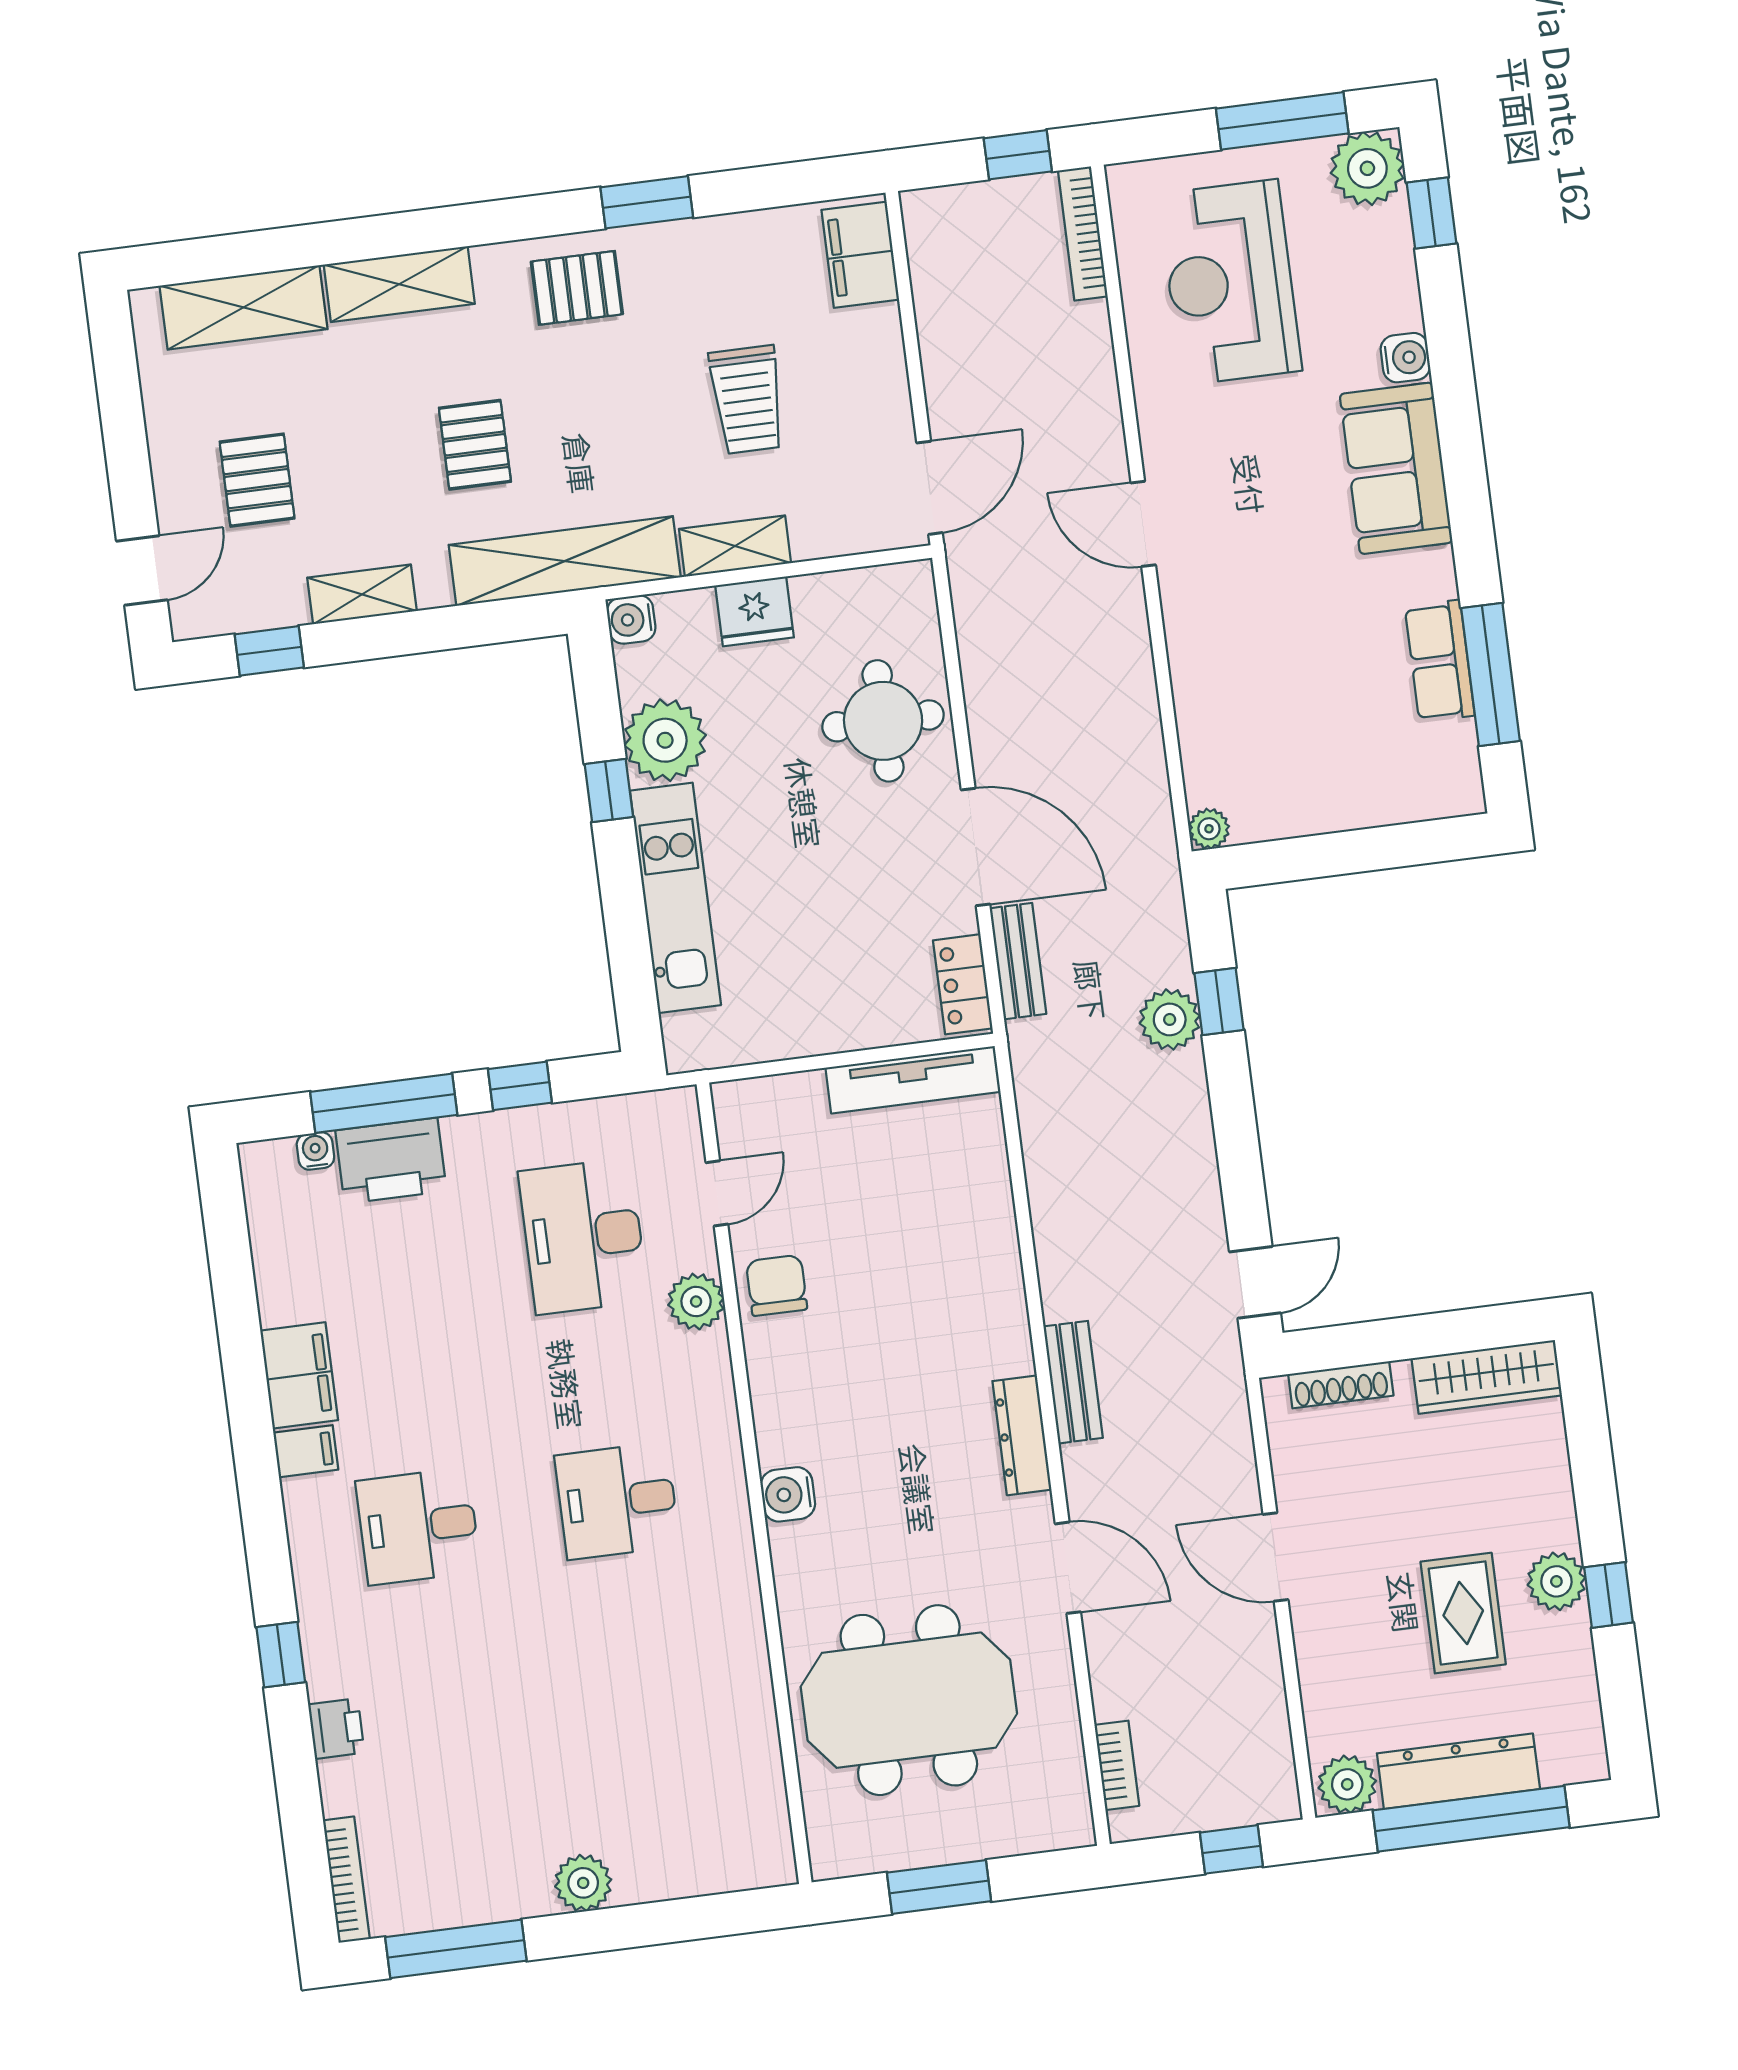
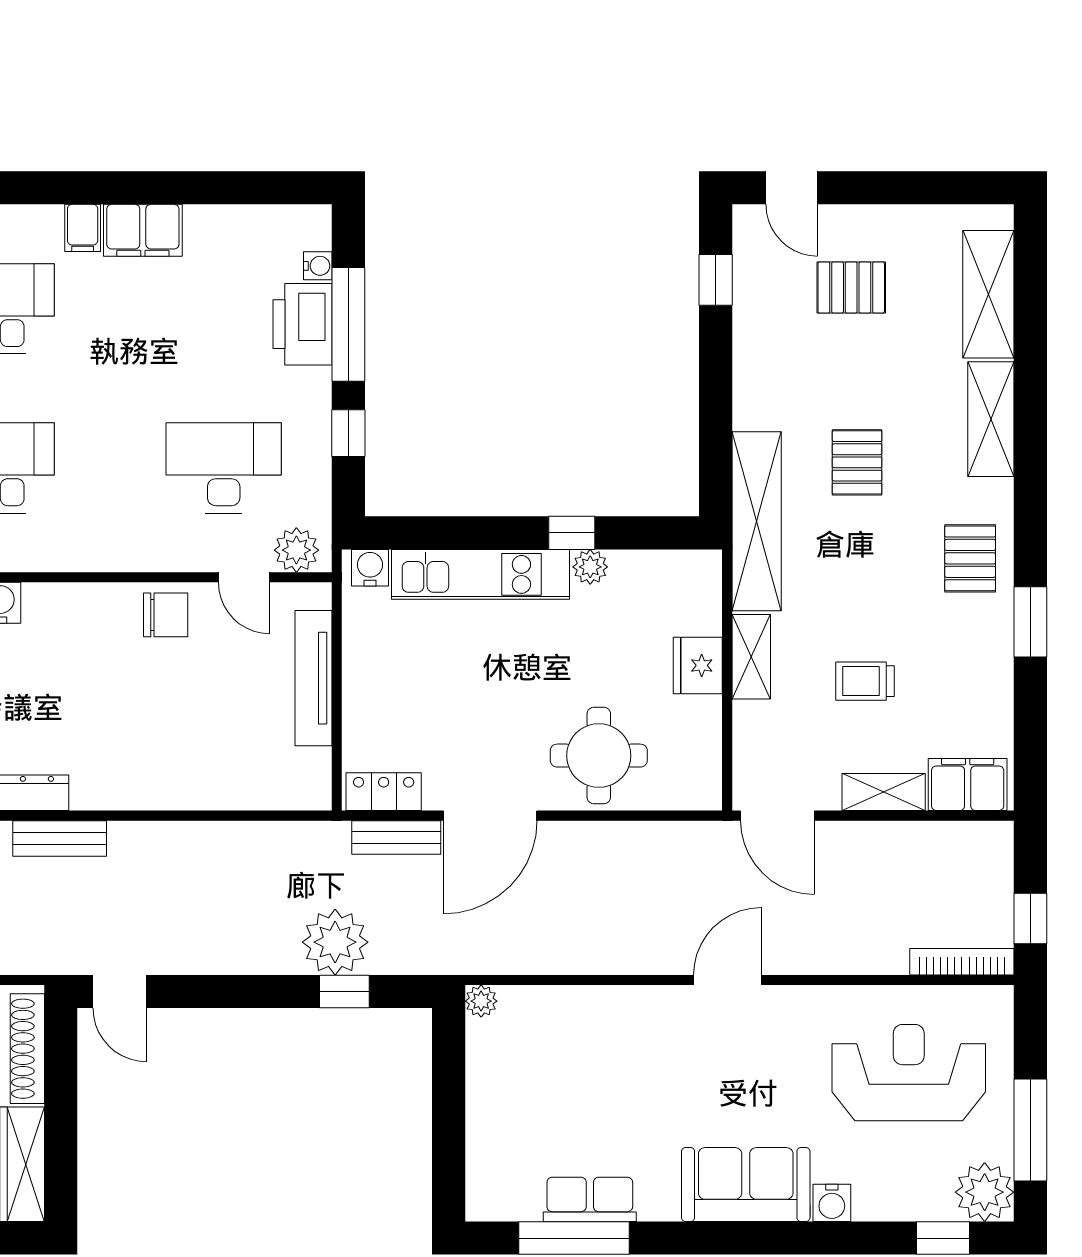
trolley: (747, 400) -> (865, 681), width x0.73, depth x0.72
pallet: (475, 445) -> (857, 462), turned 90
shelving: (362, 594) -> (884, 792), moved, turned 90
water cooler: (631, 619) -> (370, 568), moved
plant: (665, 740) -> (590, 567), width x0.53, depth x0.53
plant: (1170, 1019) -> (335, 942), width x1.36, depth x1.36
tv unit: (913, 1080) -> (314, 678), moved
plant: (696, 1302) -> (296, 550), moved
shoe rack: (1341, 1385) -> (27, 1049), width x1.36, depth x1.24

